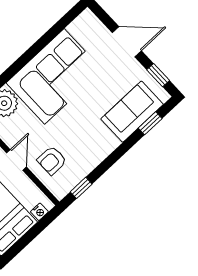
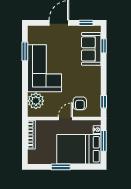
window: (53, 33) -> (25, 51), added
door: (16, 160) -> (65, 118), hinge flipped
window: (33, 233) -> (104, 141), added

